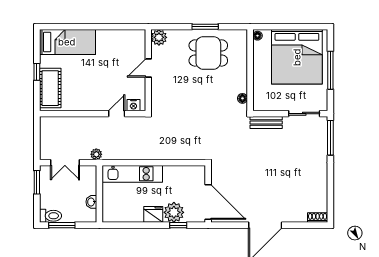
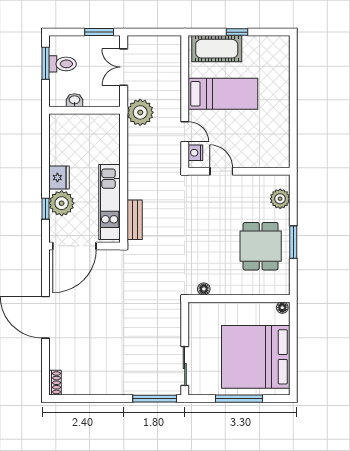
plant: (159, 37) -> (280, 199), moved
bed: (67, 42) -> (223, 94), moved, turned -90
door: (148, 68) -> (221, 171), moved
bench: (266, 122) -> (135, 220), moved
plant: (96, 154) -> (140, 112), width x1.87, depth x1.87
kitchen unit: (132, 174) -> (110, 202), moved
toilet: (51, 216) -> (63, 64), moved, turned -90

